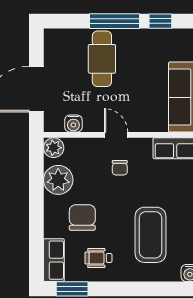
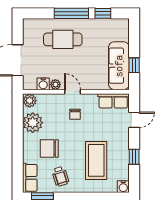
cafe table: (102, 59) -> (63, 39), turned 90
plant: (91, 124) -> (55, 85), added
chair: (82, 217) -> (49, 148), turned -90
wheelchair: (98, 258) -> (60, 176), turned -107

